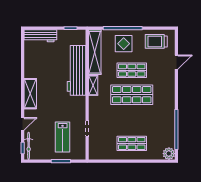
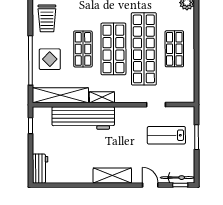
workbench: (40, 36) -> (40, 169), width x0.73
shop shelf: (132, 119) -> (144, 49), added
lab bench: (63, 137) -> (166, 135), turned 180

